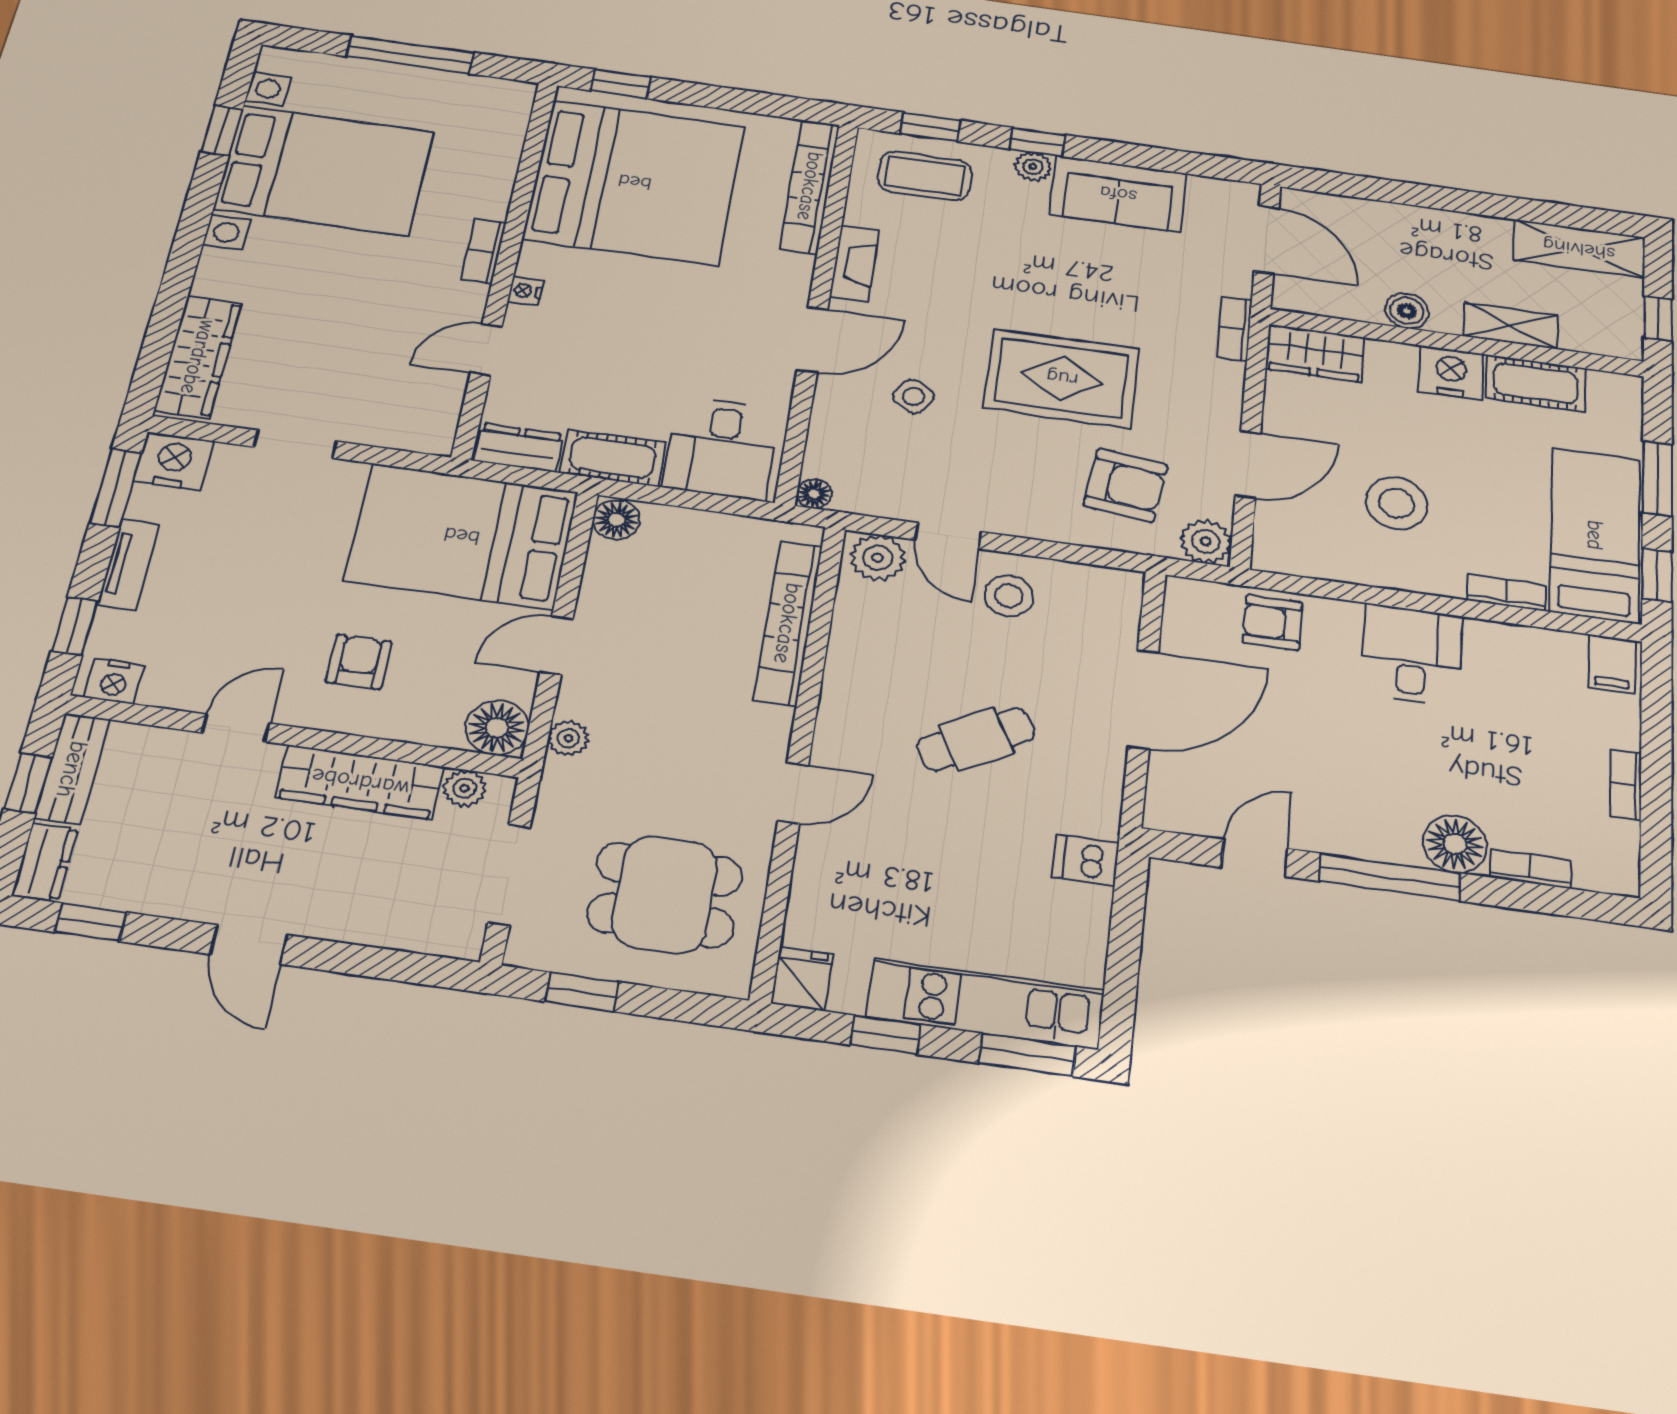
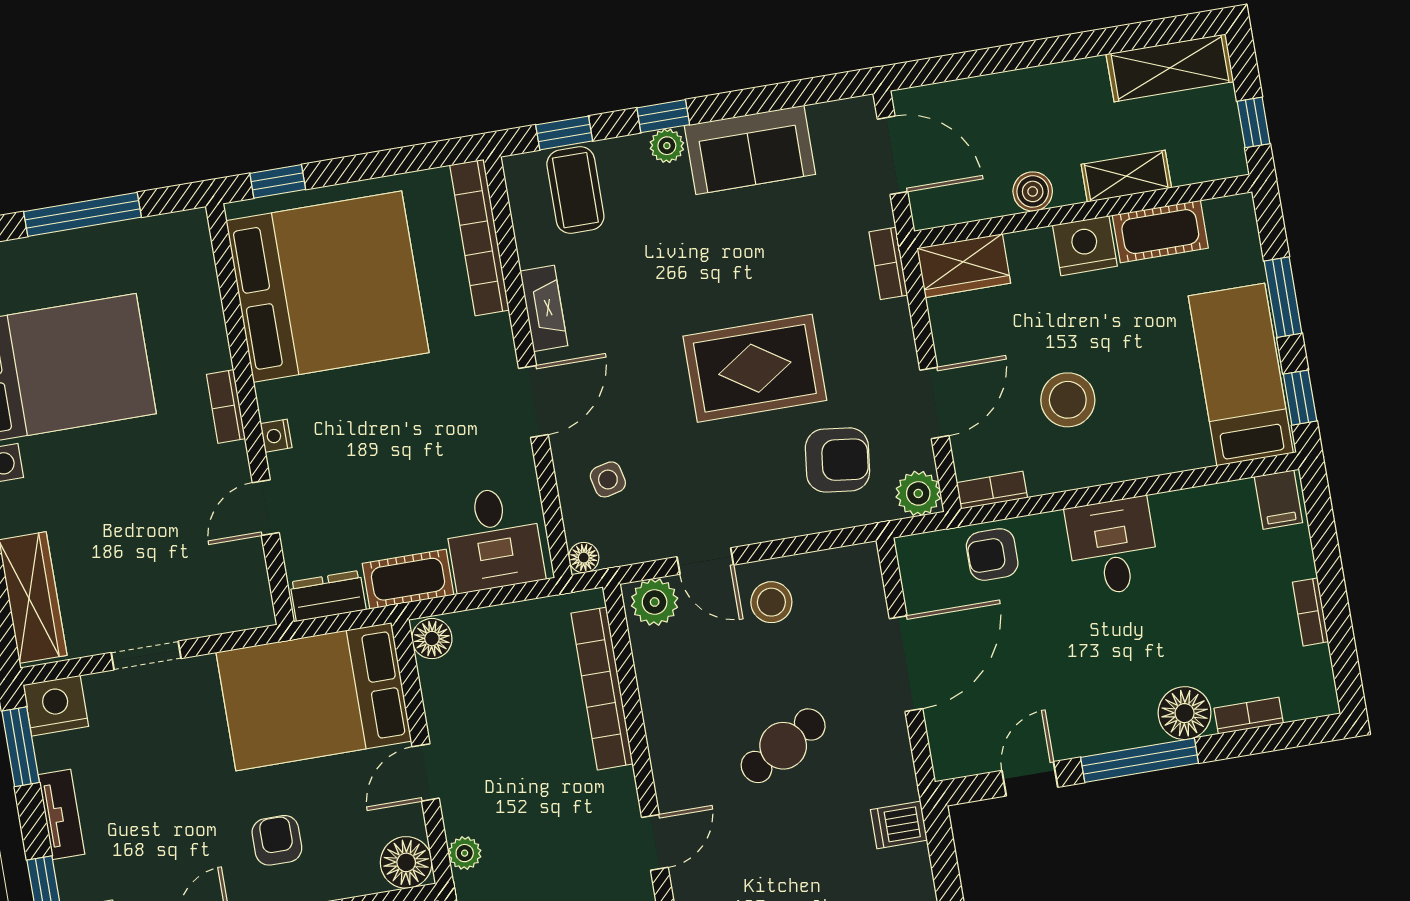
coffee table: (925, 176) -> (575, 190), turned 90
side table: (914, 396) -> (608, 479), moved, turned 45
bookcase: (1506, 593) -> (992, 490), moved

